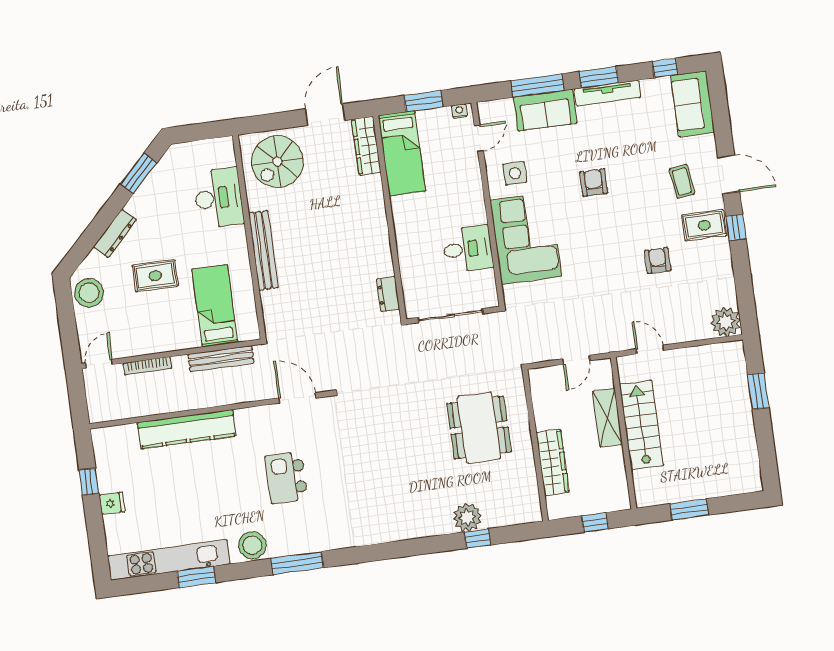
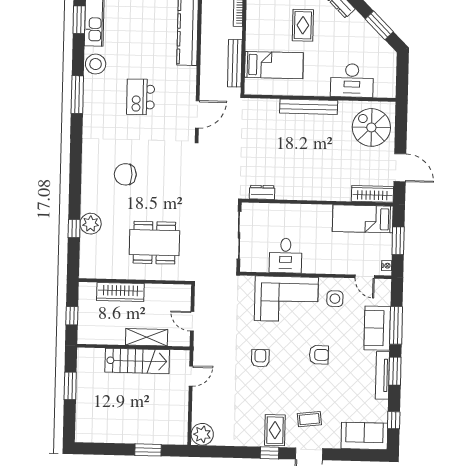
armchair: (658, 260) -> (260, 358), moved, turned -90
kitchen island: (286, 478) -> (141, 97), turned -90
chair: (394, 481) -> (125, 174), added

